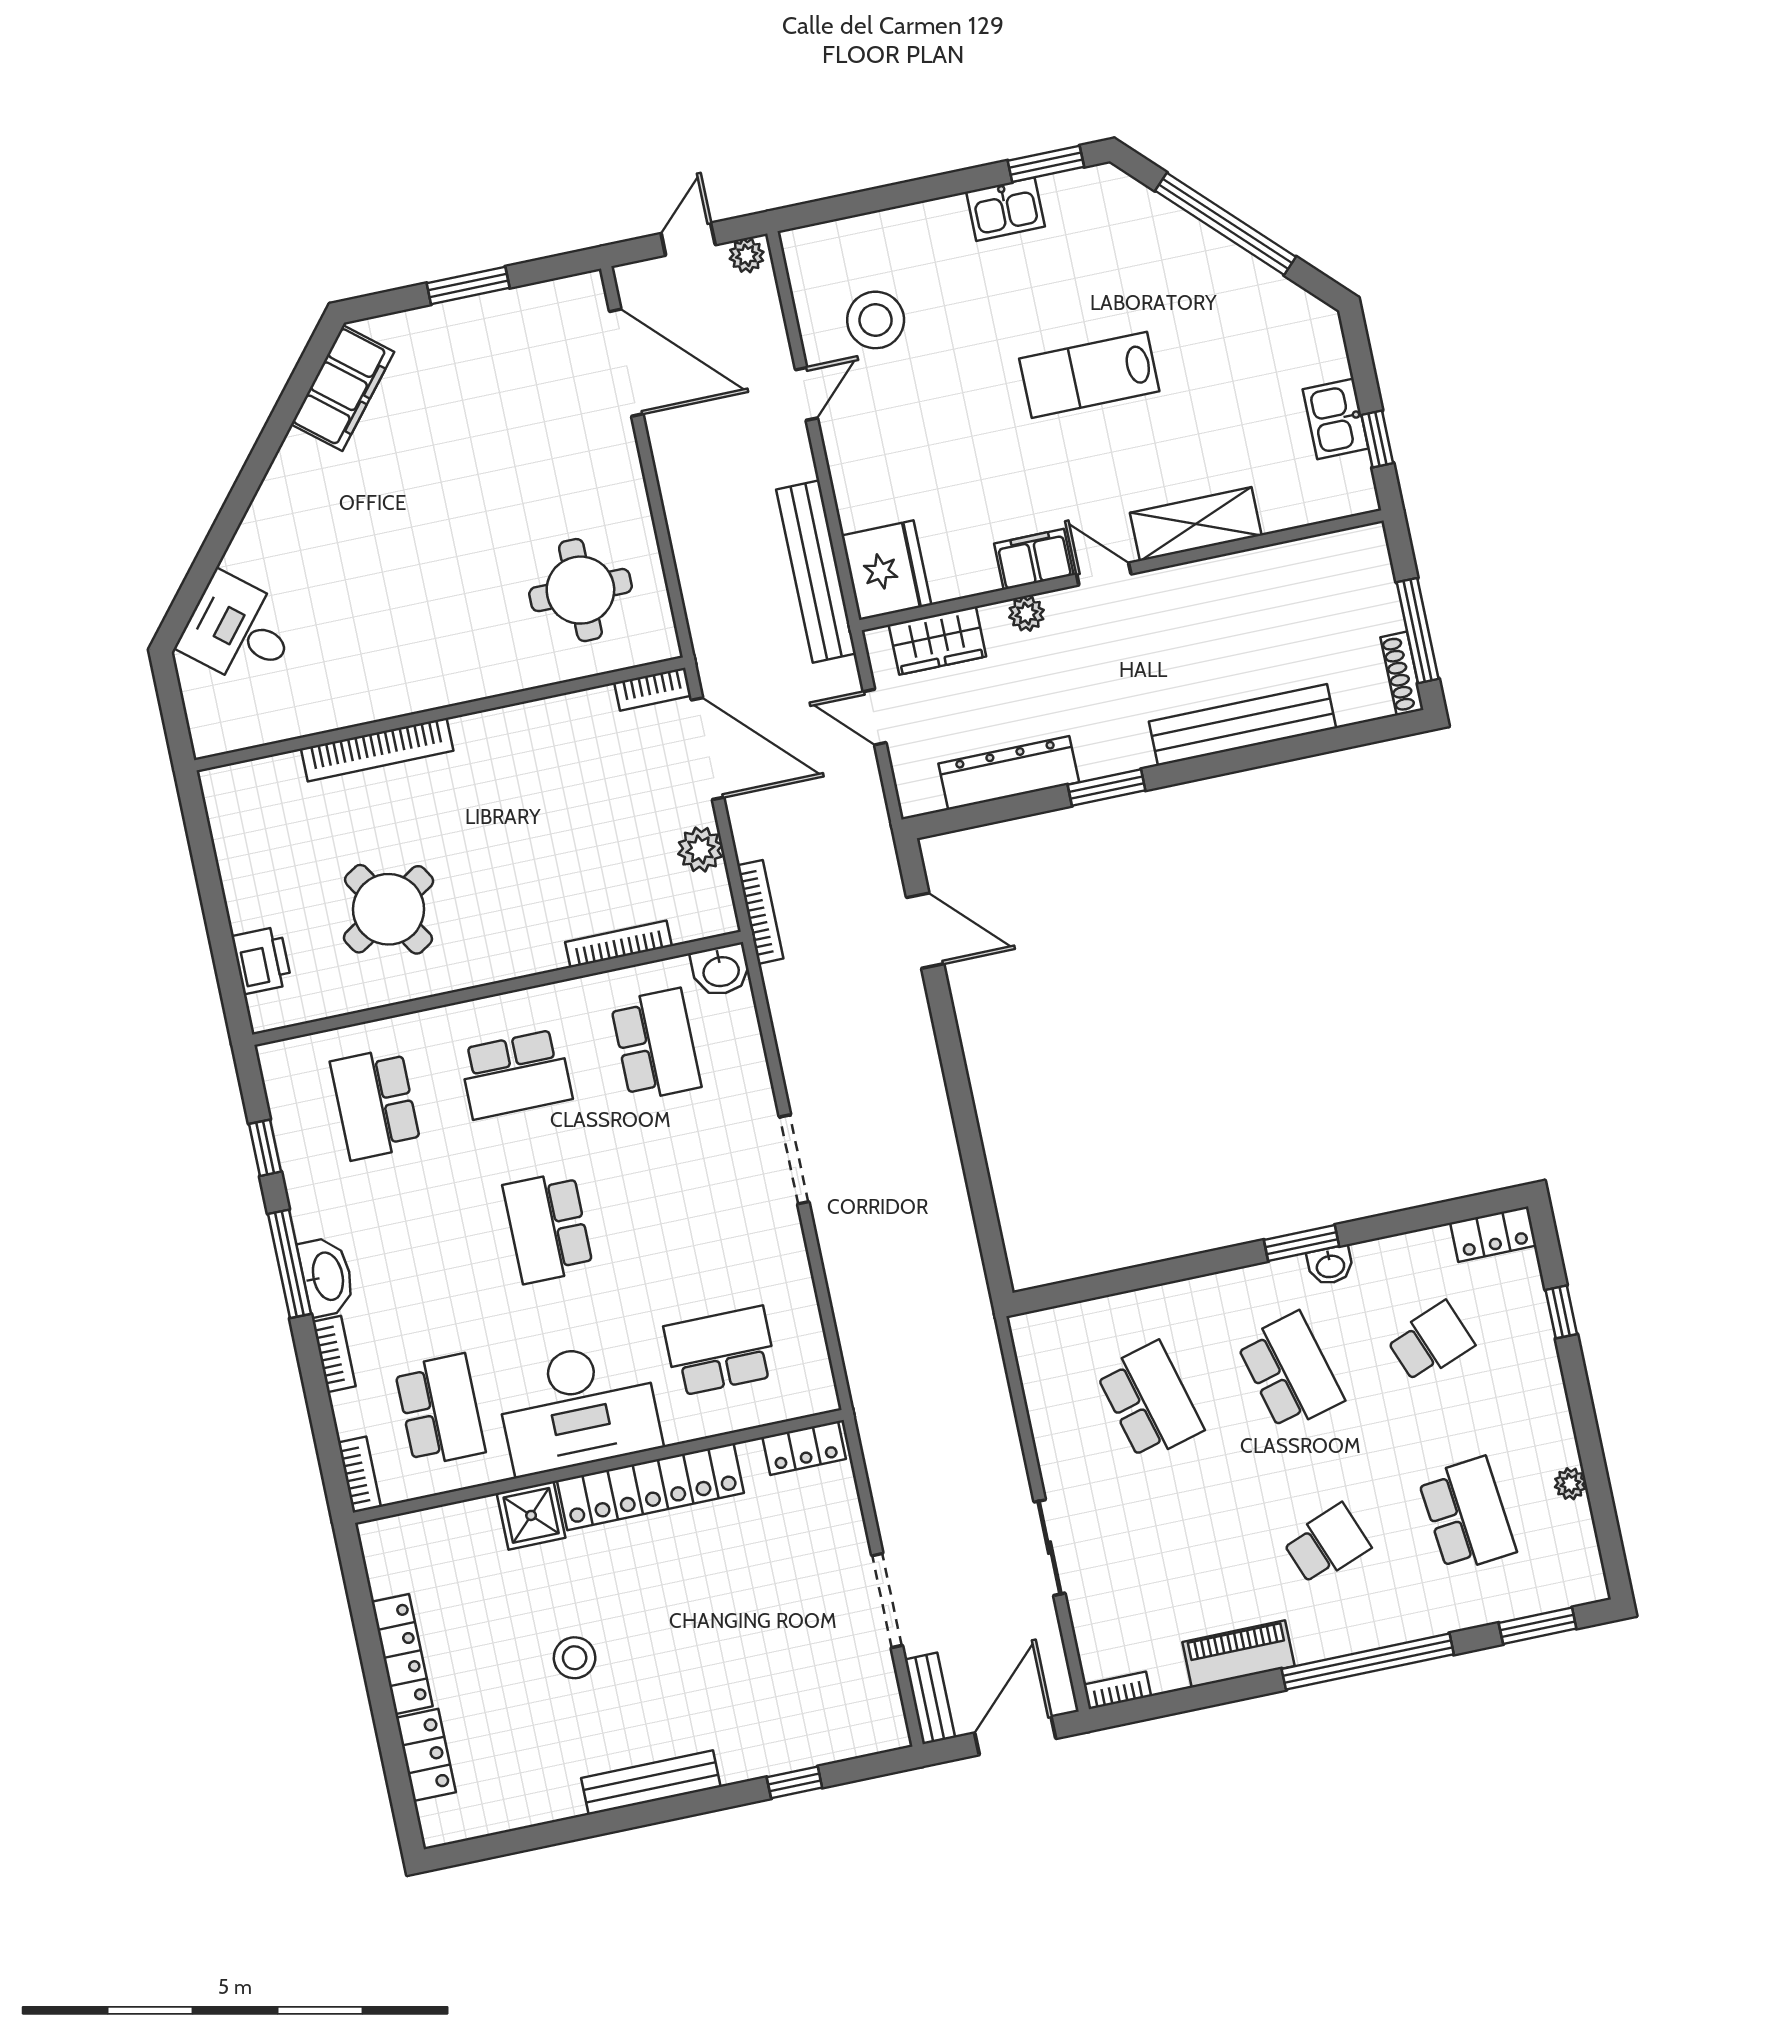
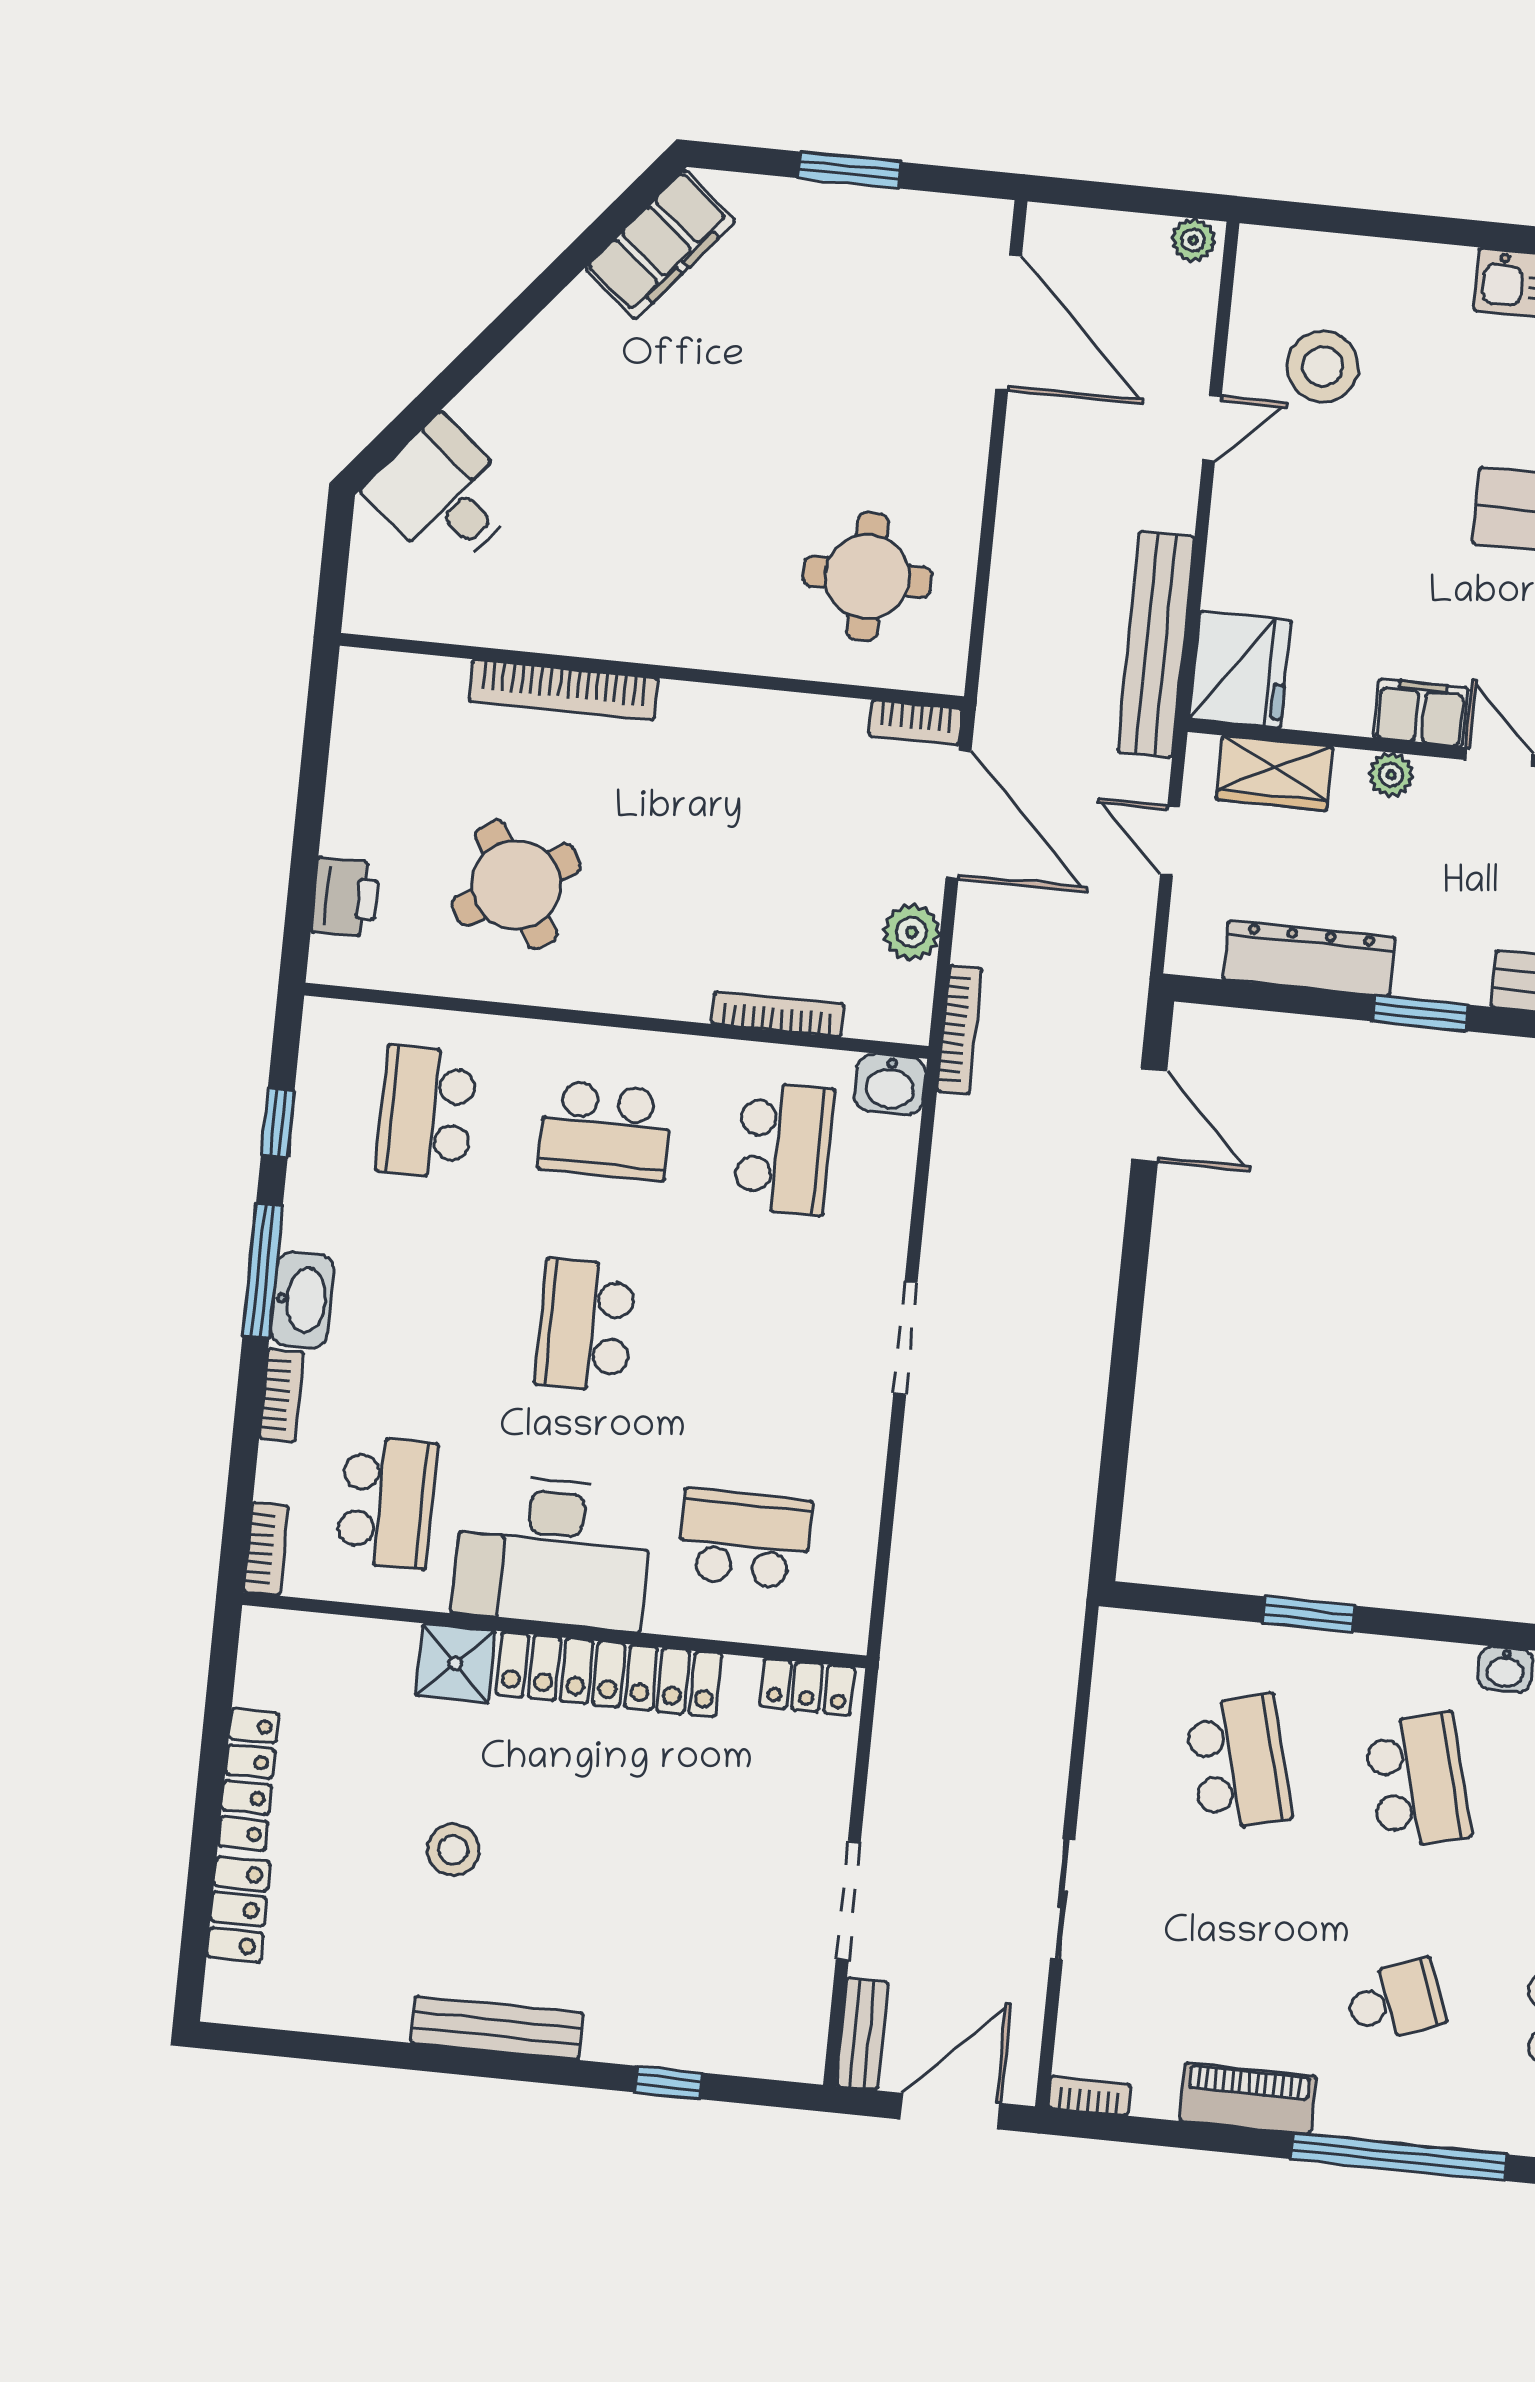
door: (688, 239) -> (1130, 199), removed
window: (1301, 1243) -> (1309, 1614), moved

